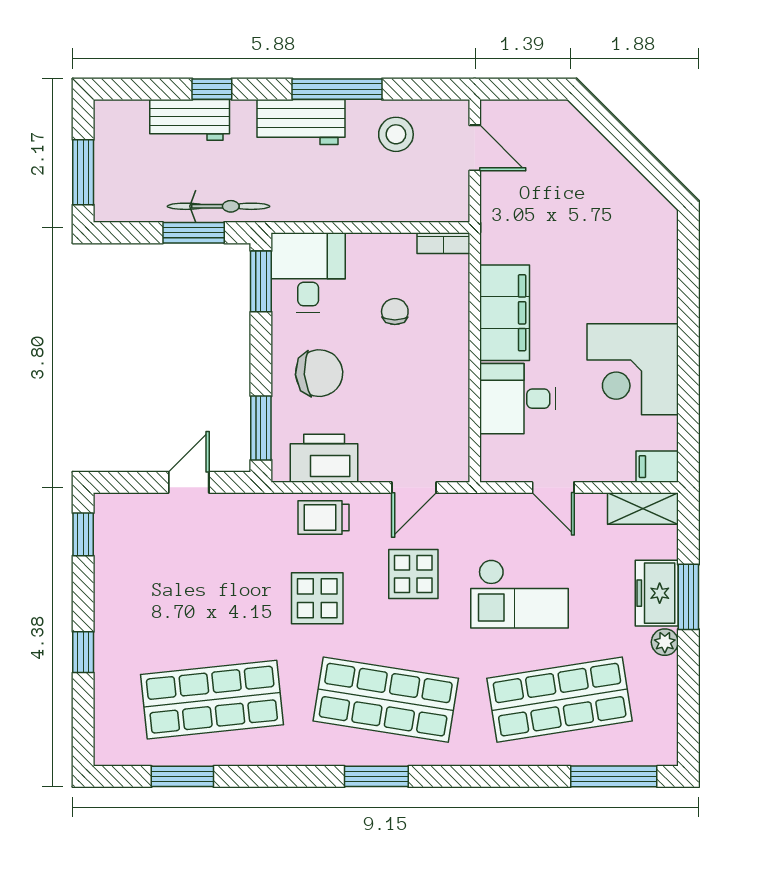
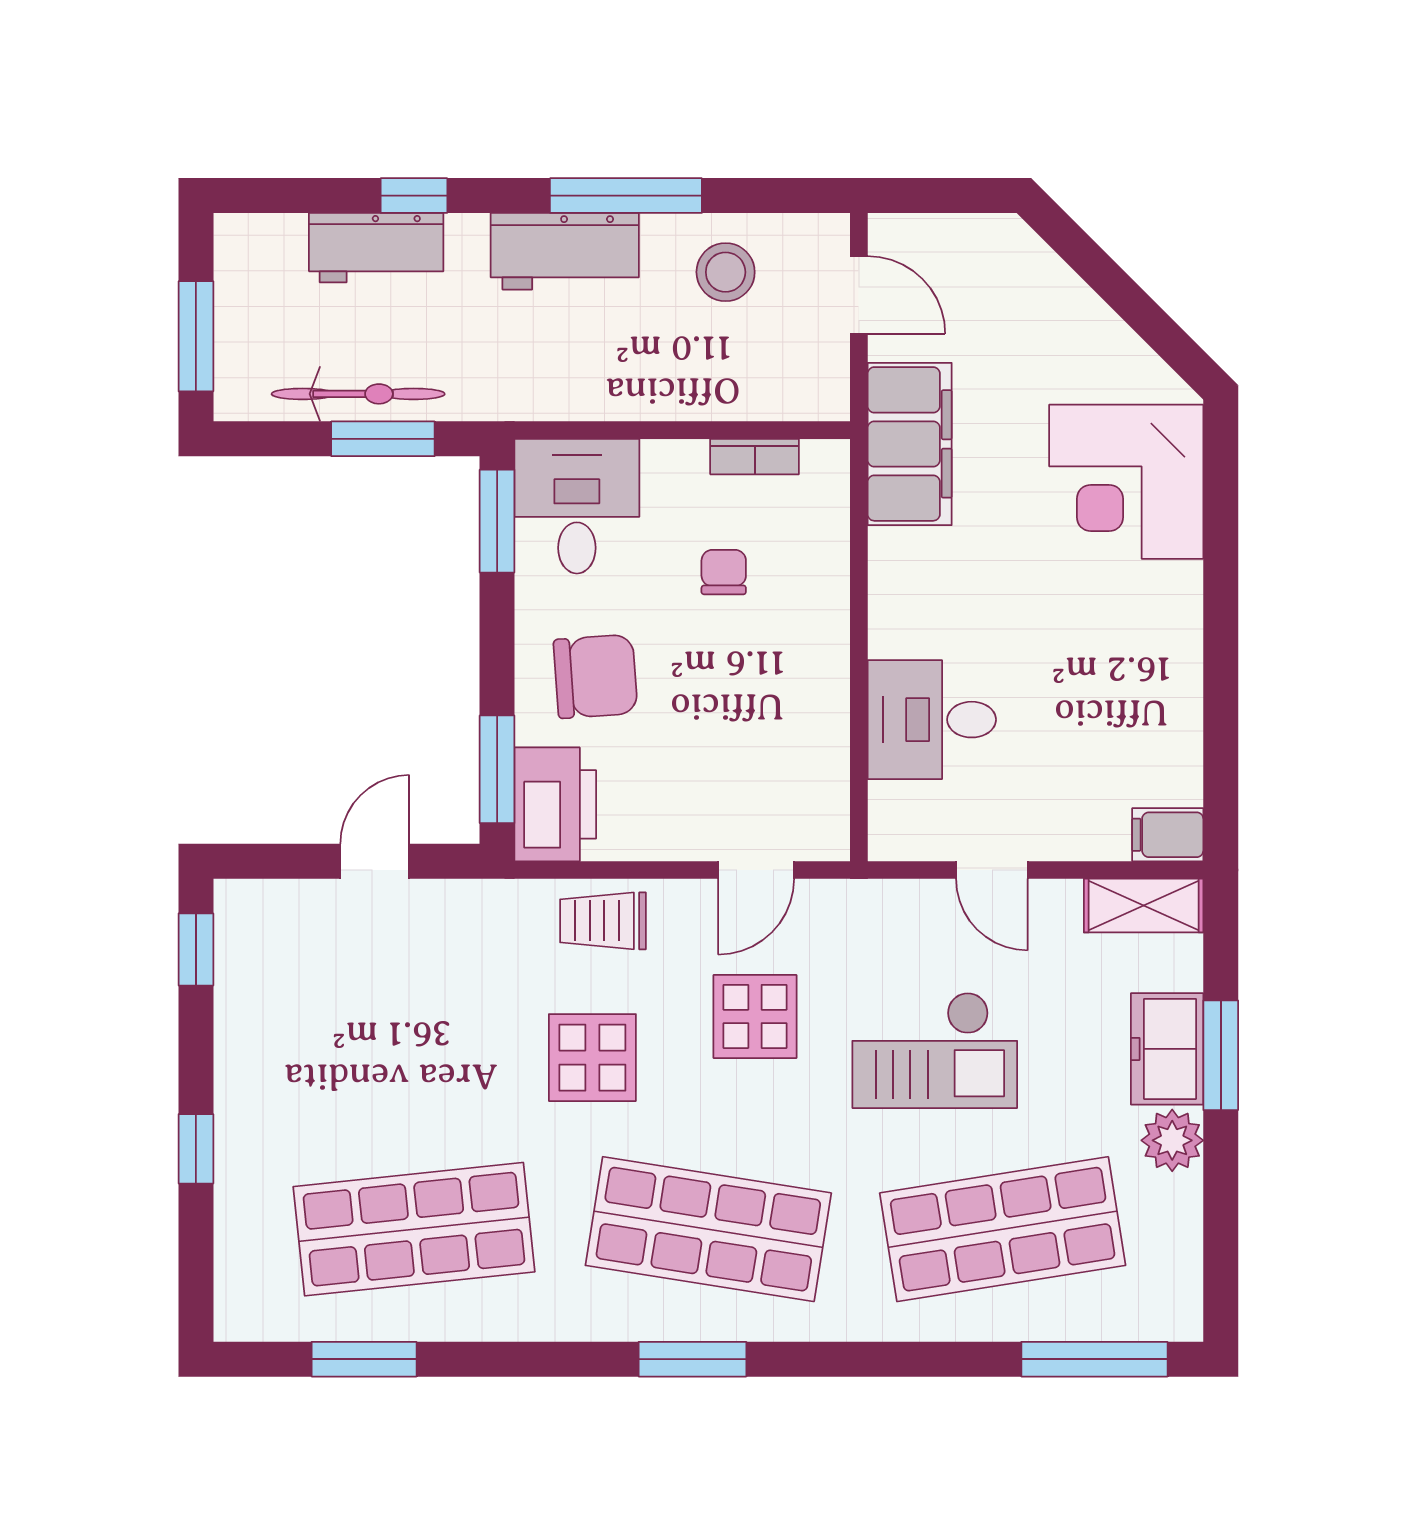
bicycle: (218, 206) -> (358, 394), moved
bookcase: (443, 243) -> (755, 457), moved
filing cabinet: (505, 313) -> (910, 444), moved
corner desk: (633, 369) -> (1126, 482), moved
printer: (324, 458) -> (555, 804), moved, turned 90
plant: (665, 642) -> (1172, 1140), width x1.38, depth x1.38

